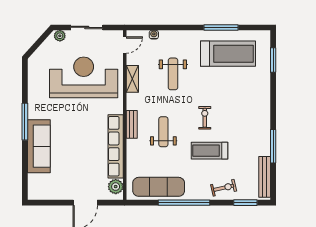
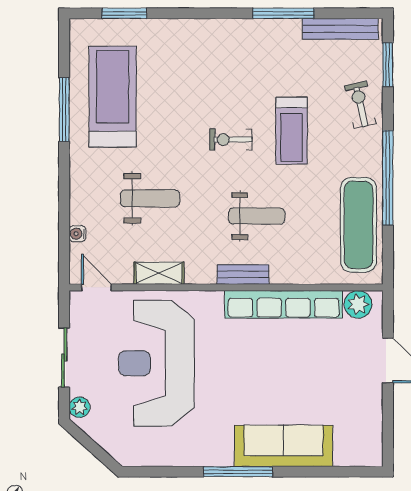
weight bench: (163, 132) -> (257, 216), turned 180

